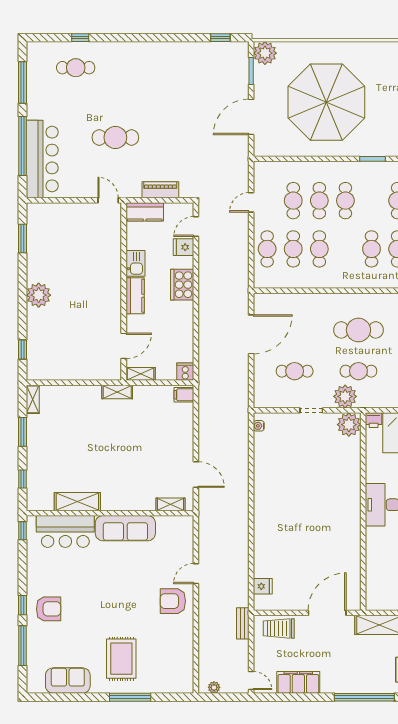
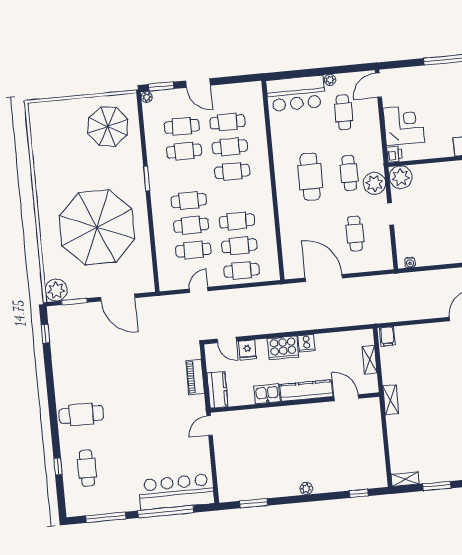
cafe table: (115, 137) -> (81, 414), moved, turned 90
door: (251, 202) -> (199, 290), swing flipped
plant: (39, 295) -> (306, 488), width x0.53, depth x0.53
kitchen counter: (135, 296) -> (306, 391), width x1.50
cooker: (185, 372) -> (306, 343), moved, turned -90
shelving: (141, 374) -> (370, 360), moved

